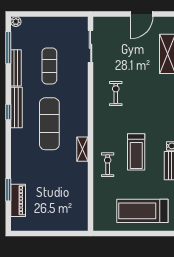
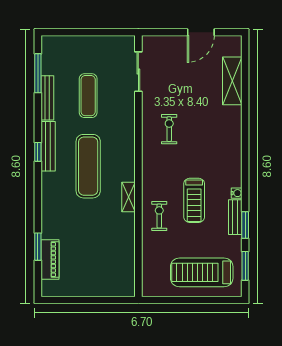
plant: (16, 22) -> (47, 42), removed

